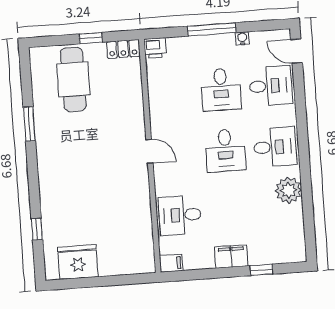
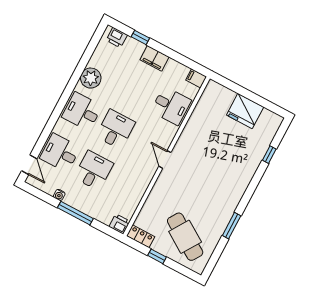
cafe table: (73, 79) -> (185, 237), turned -57
printer: (288, 253) -> (117, 38), added
fridge: (78, 262) -> (245, 111), moved

